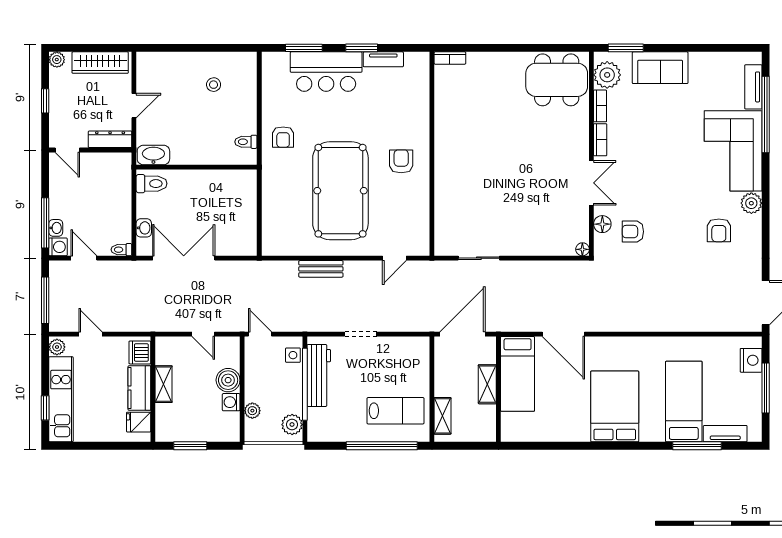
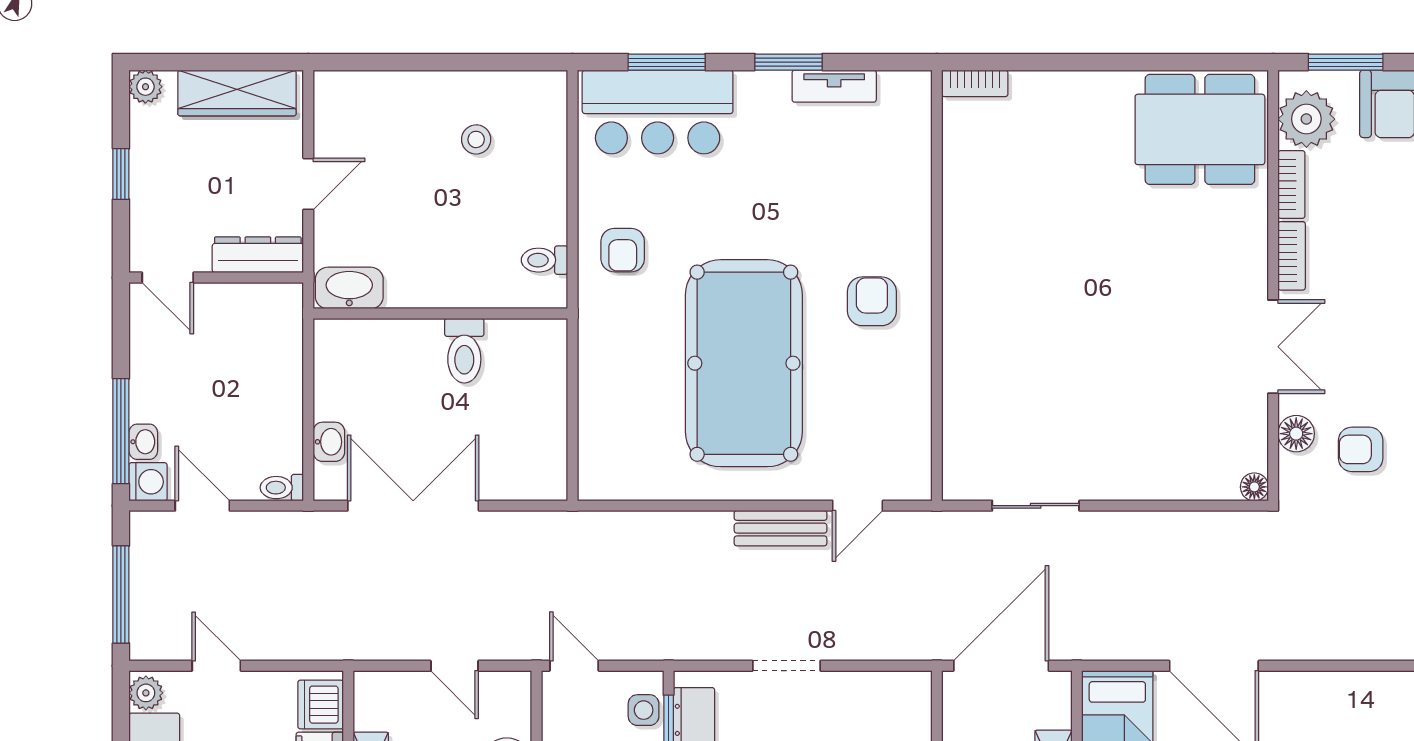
bar counter: (326, 72) -> (658, 112), moved
toilet: (152, 184) -> (464, 351), moved, turned 90
bench: (321, 269) -> (780, 528), moved

